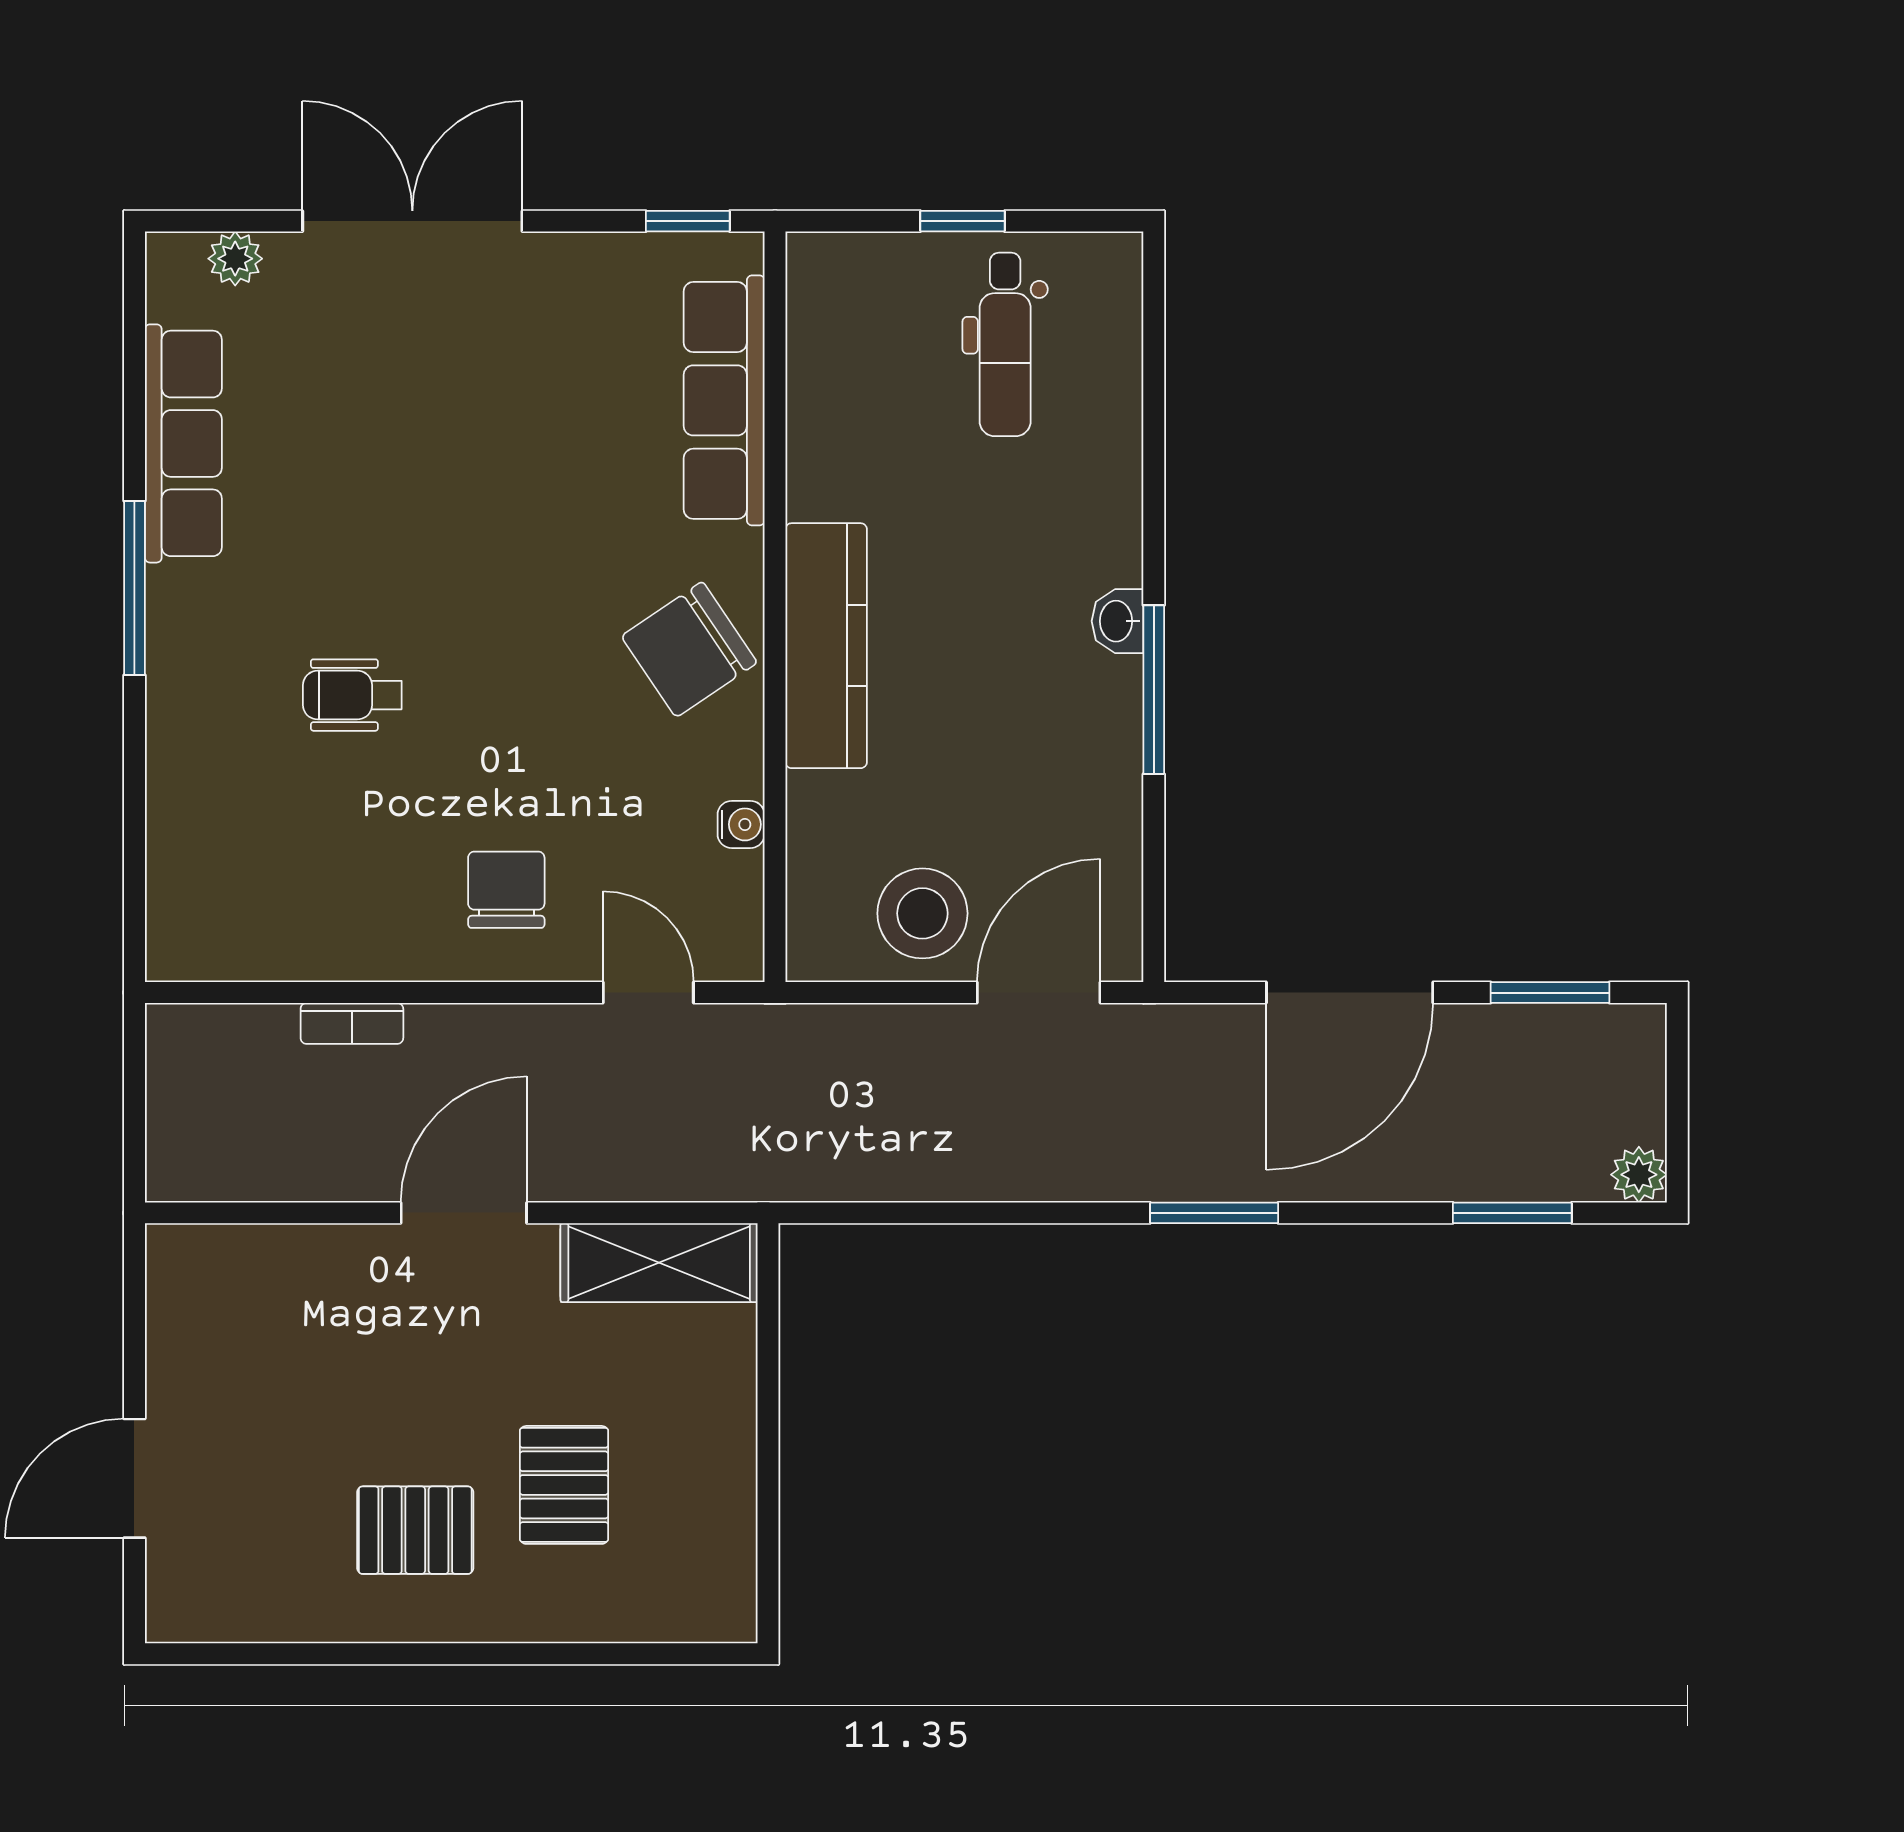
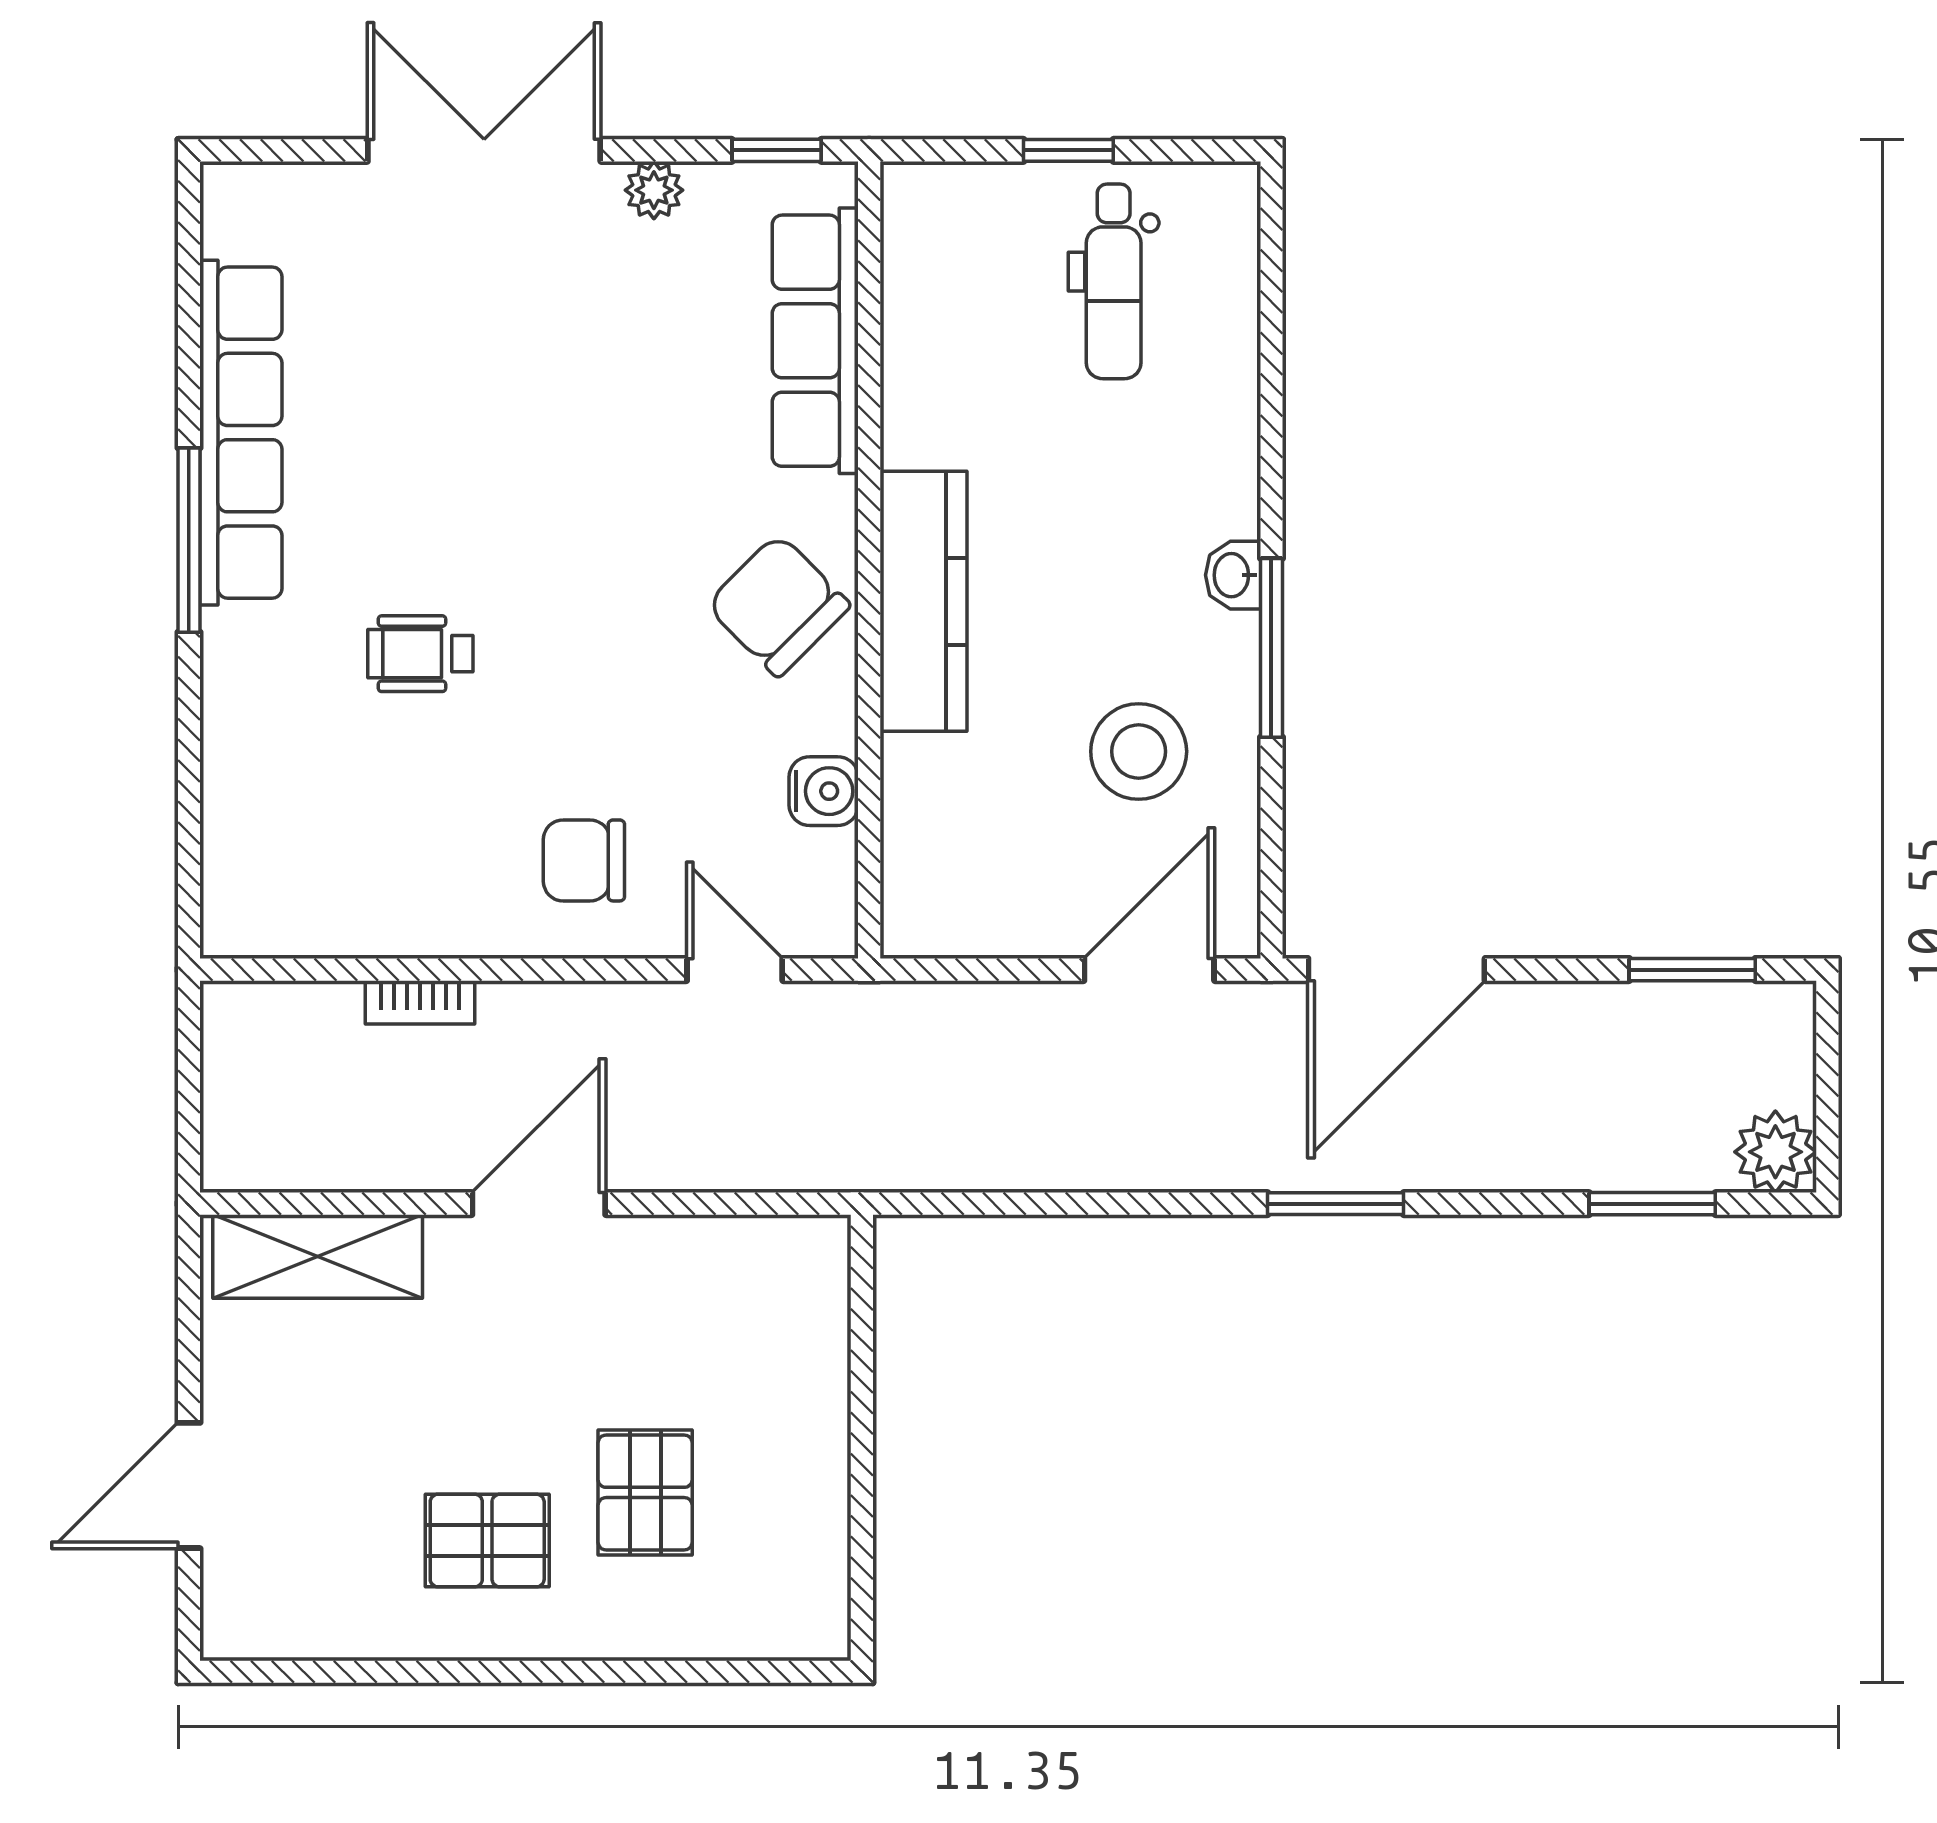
plant: (235, 259) -> (654, 190), moved
row of seats: (183, 443) -> (241, 433), width x1.36
chair: (689, 649) -> (778, 605), turned 79
water cooler: (741, 824) -> (824, 791), width x1.38, depth x1.38
chair: (506, 890) -> (584, 860), turned -90
stool: (922, 913) -> (1139, 751), moved
door: (1350, 993) -> (1396, 970), moved
plant: (1639, 1175) -> (1775, 1152), width x1.38, depth x1.38
shelving: (659, 1263) -> (318, 1257), moved

